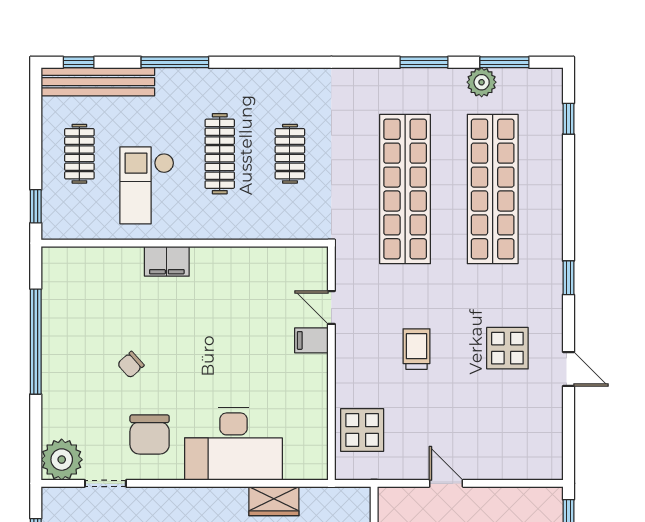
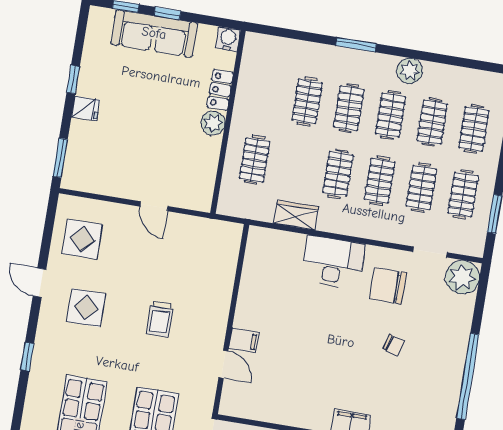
chair: (131, 365) -> (394, 345), turned 59
display table: (362, 430) -> (82, 239), moved
chair: (150, 434) -> (388, 286), turned -90
desk: (234, 444) -> (333, 262), width x0.73, depth x0.77

